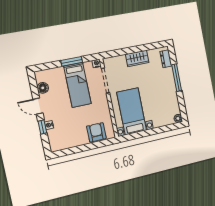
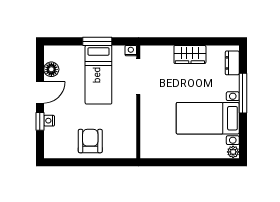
door: (38, 106) -> (40, 92), swing flipped
bed with nightstands: (132, 111) -> (208, 118), moved, turned -90
armchair: (96, 132) -> (90, 141), moved

